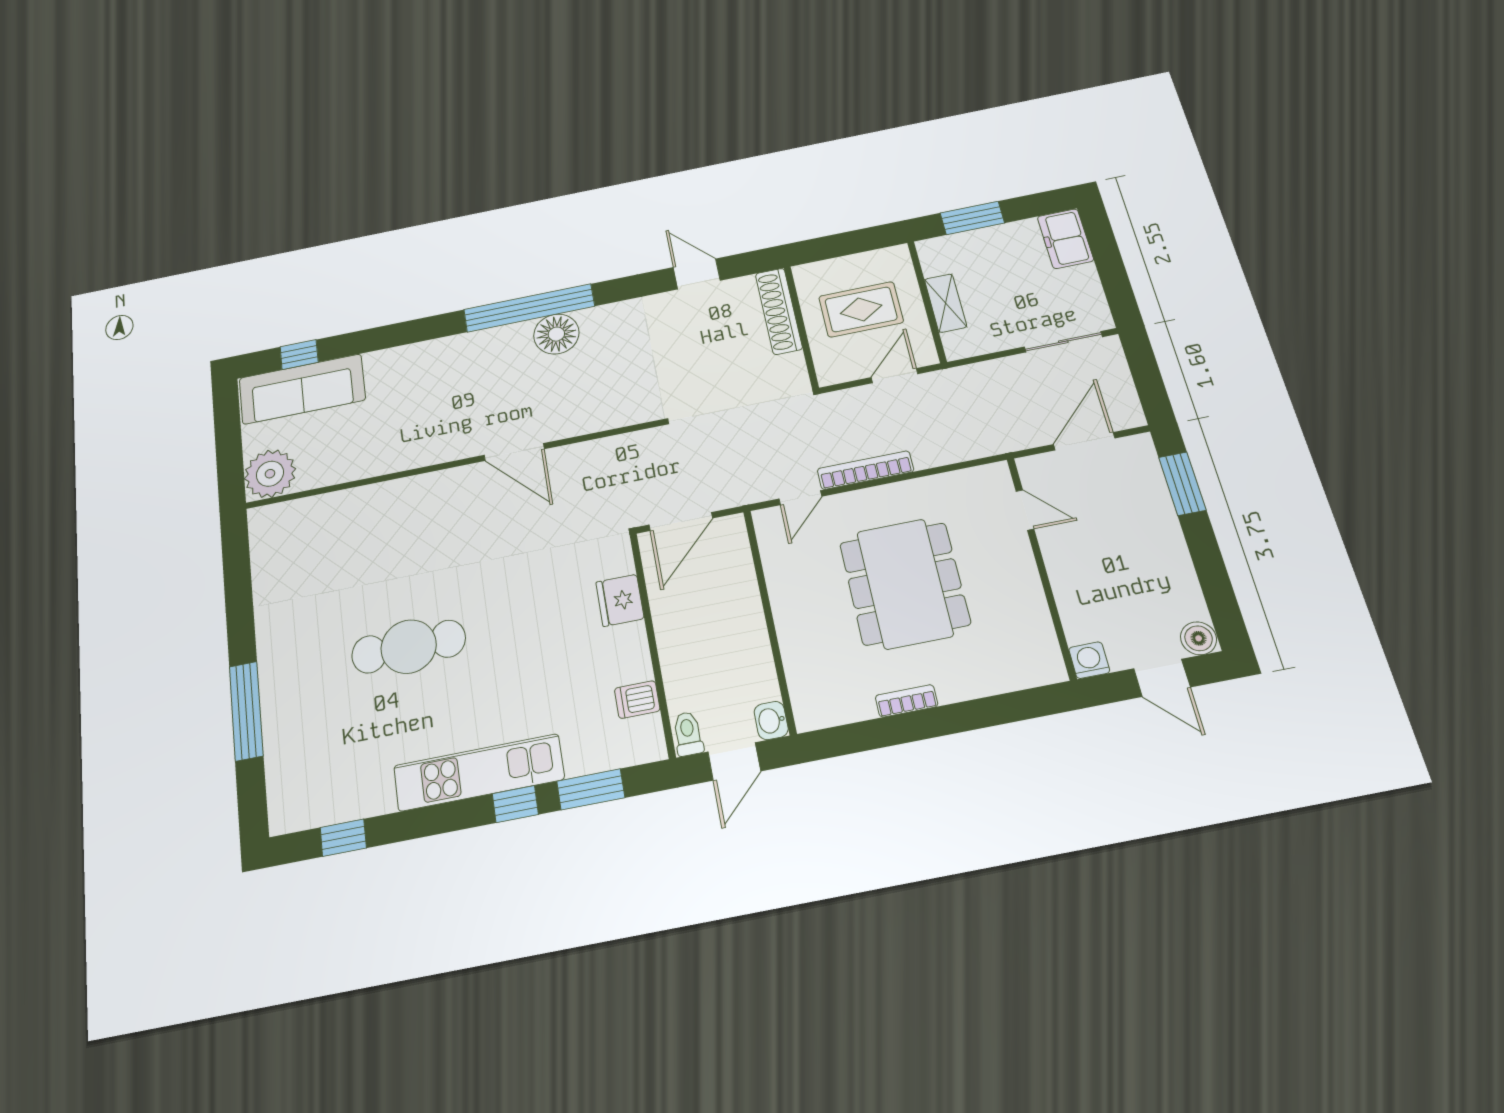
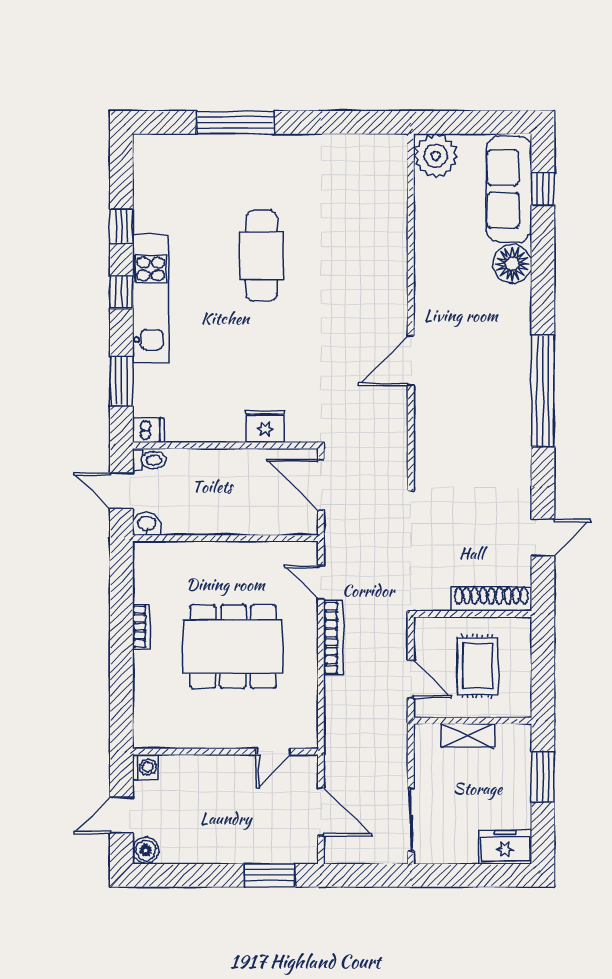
floor lamp: (556, 334) -> (512, 264), moved
dishwasher: (637, 700) -> (149, 430), moved, turned 90
window: (515, 804) -> (121, 292), moved
window: (343, 838) -> (121, 226), moved

